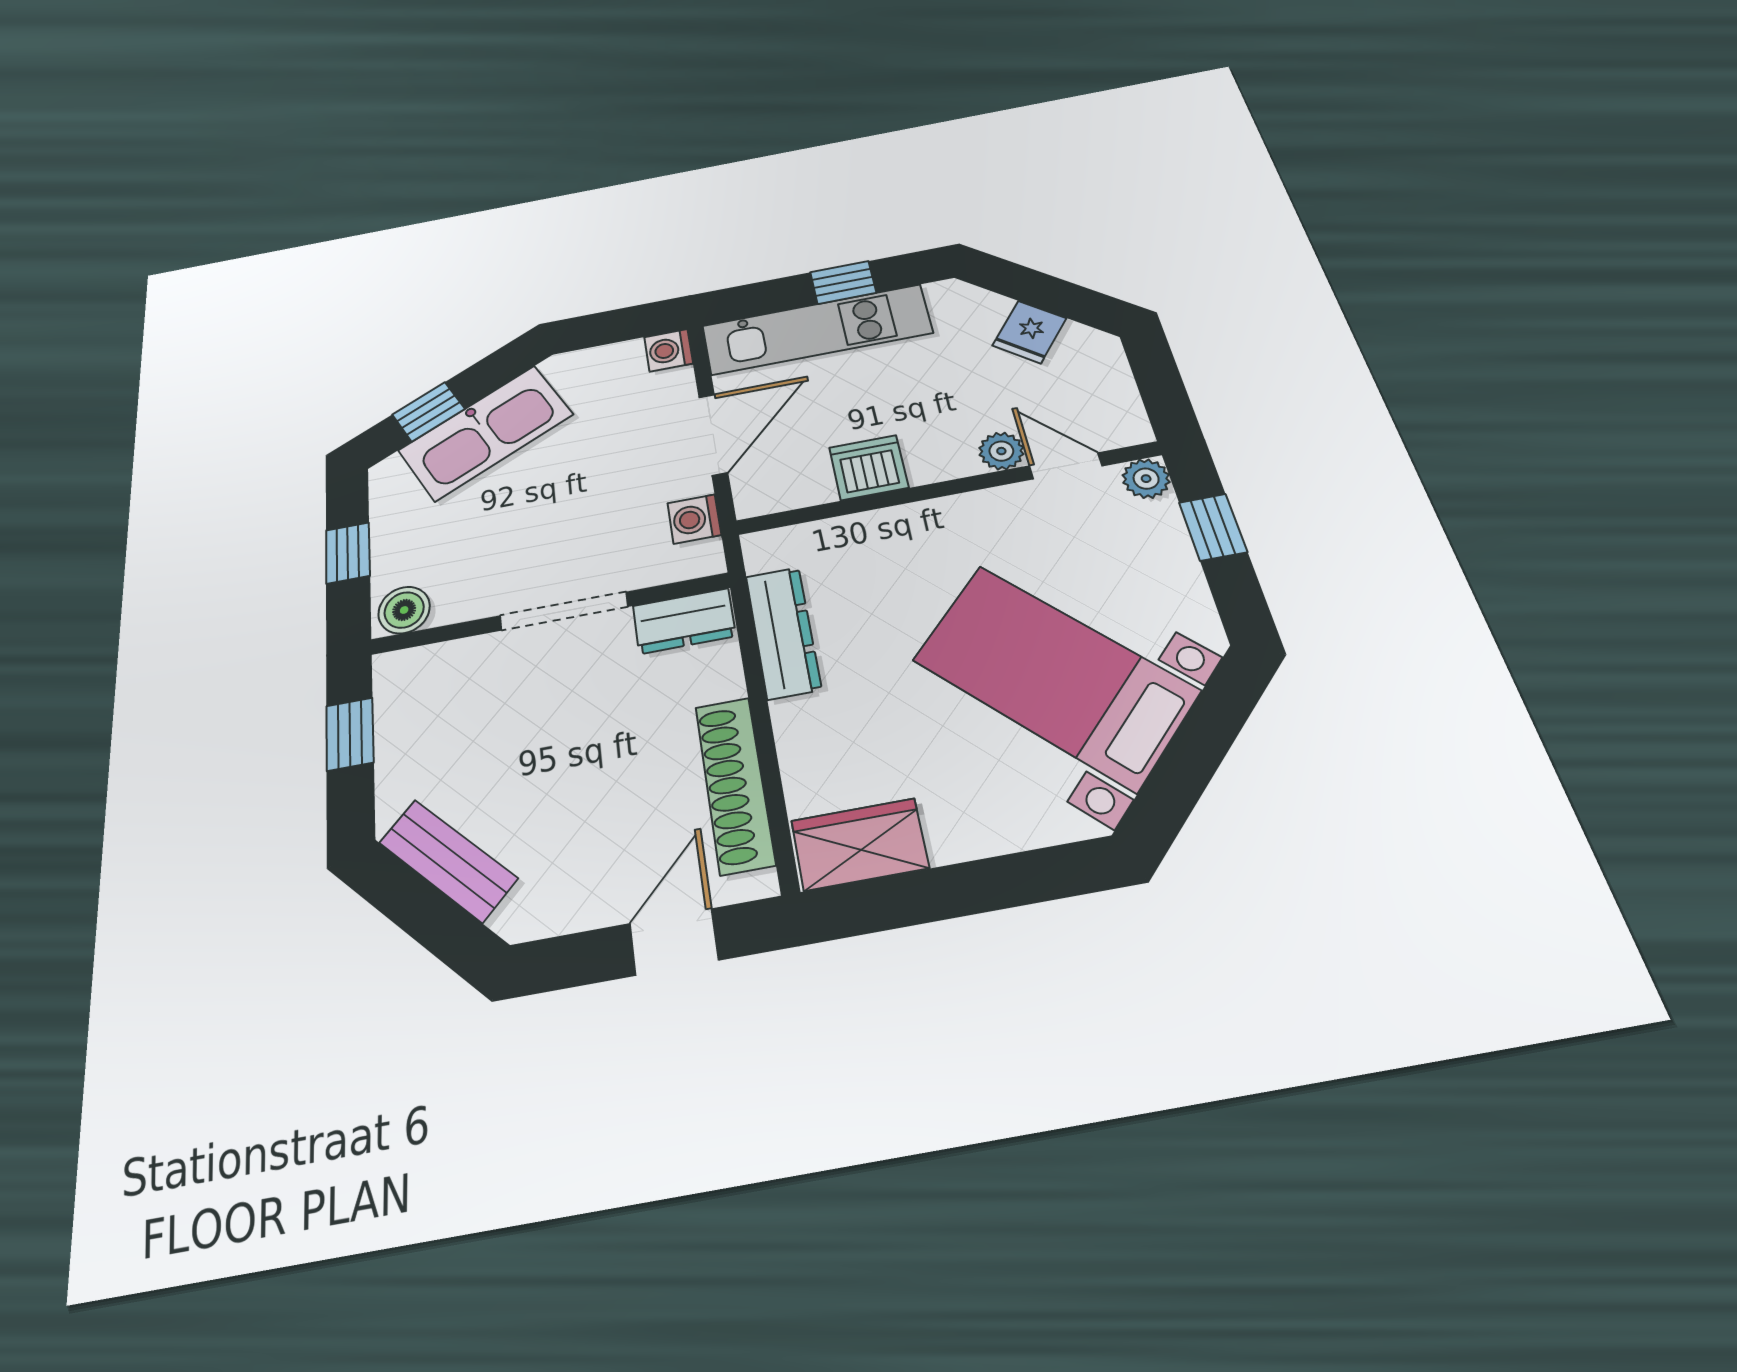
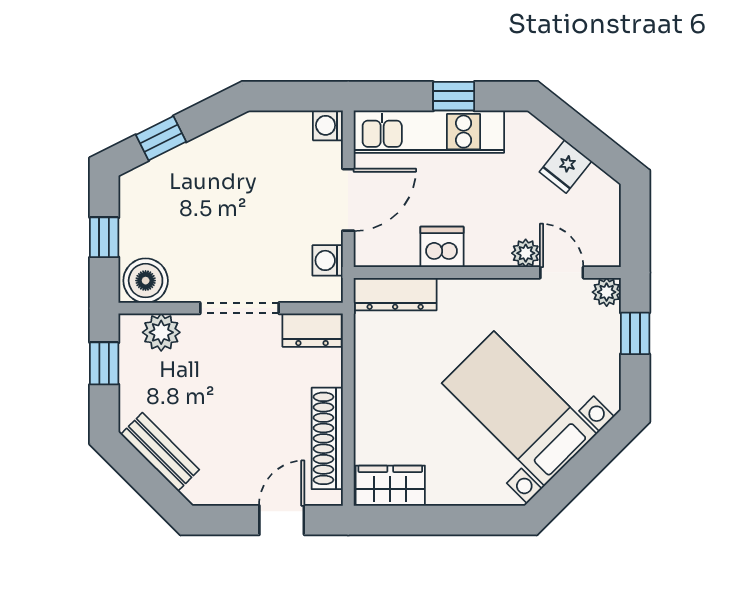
kitchen sink: (486, 432) -> (199, 164), removed
boiler: (404, 610) -> (146, 281), width x1.36, depth x1.36
dresser: (783, 632) -> (395, 294), moved, turned 90
plant: (441, 670) -> (161, 332), added

